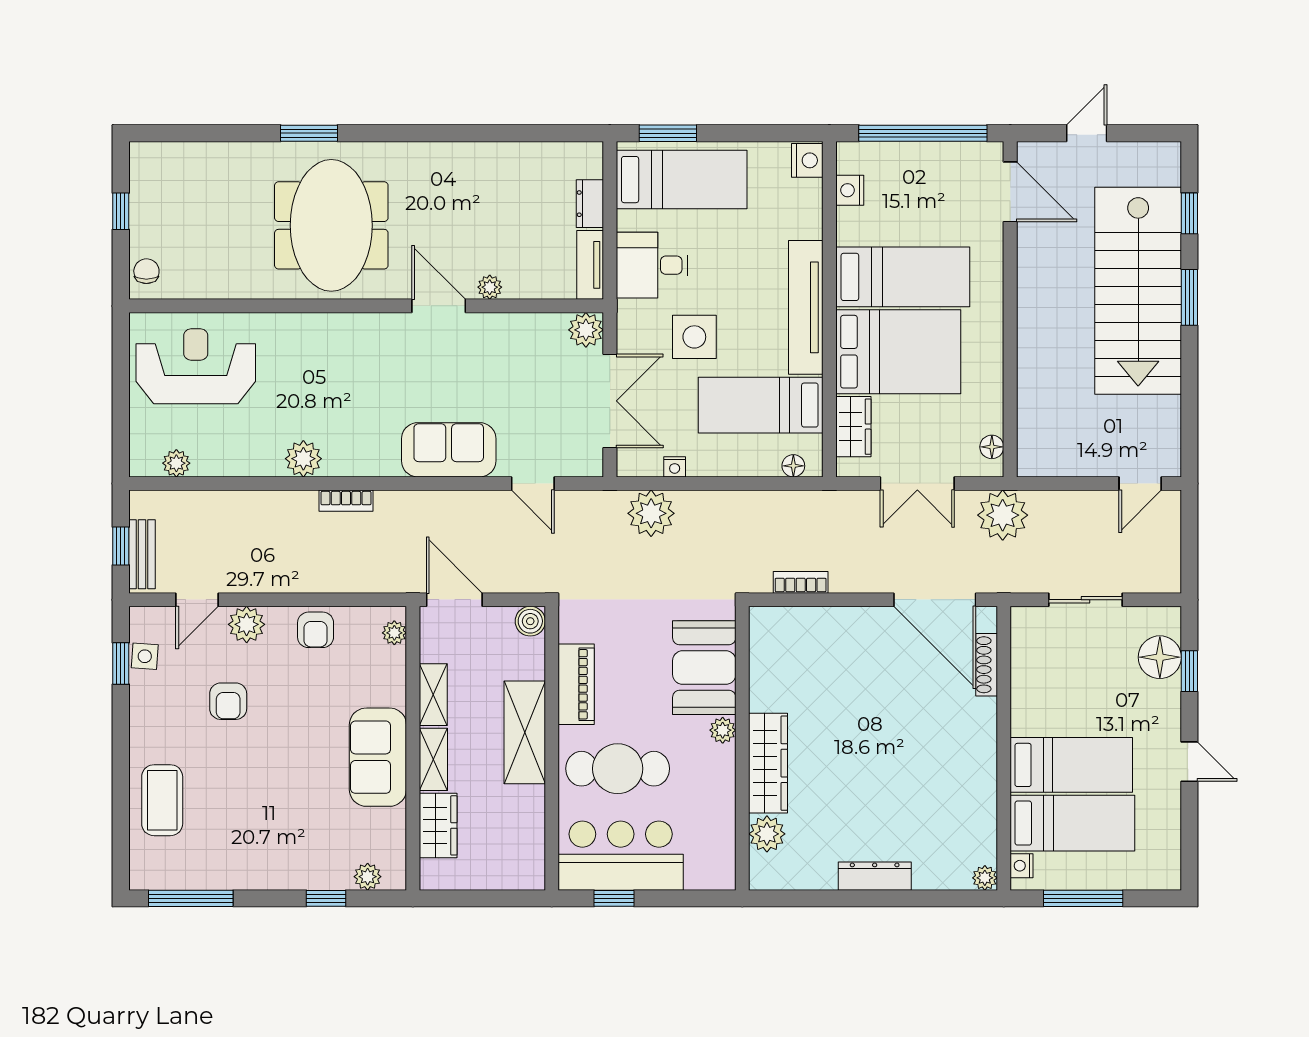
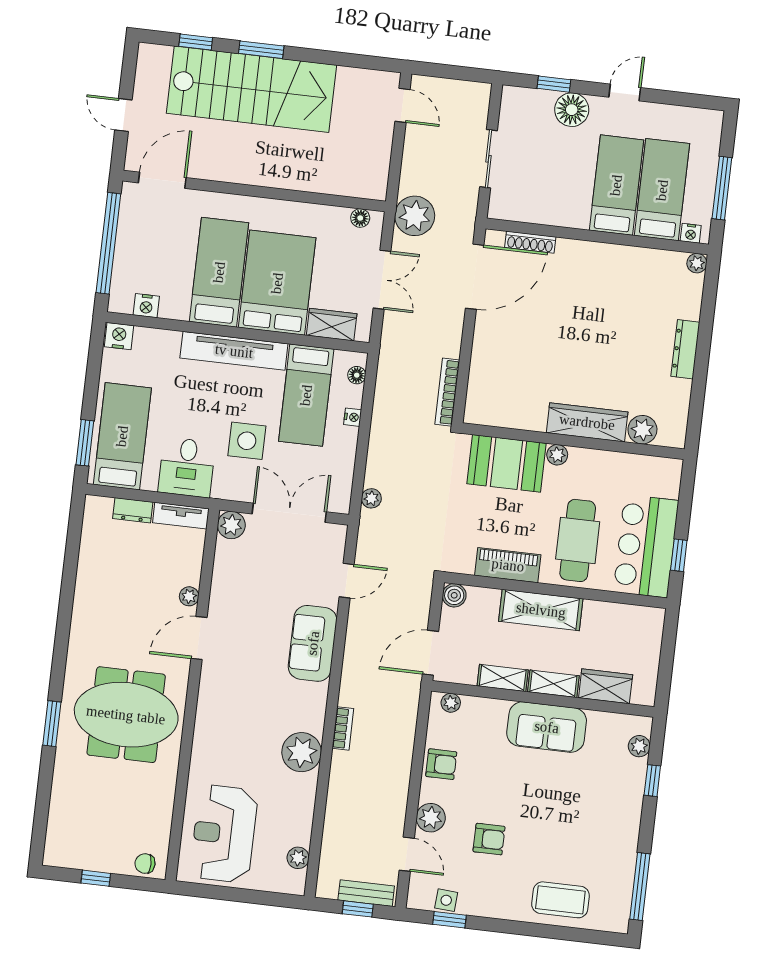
plant: (303, 459) -> (302, 752), width x1.36, depth x1.36
nightstand: (675, 467) -> (353, 417), moved
plant: (651, 513) -> (371, 498), width x0.53, depth x0.53
bookcase: (801, 582) -> (447, 392), width x1.56
floor lamp: (1160, 657) -> (572, 110), moved

